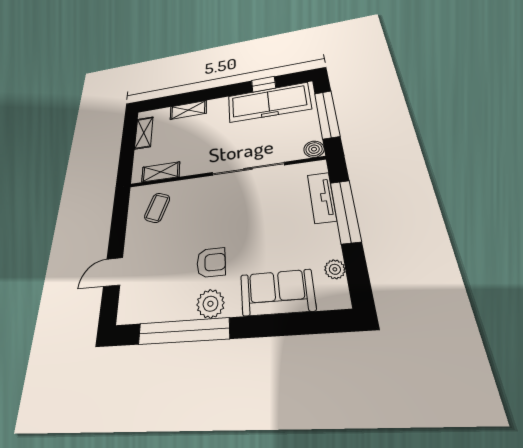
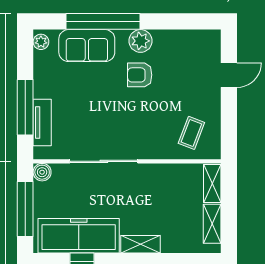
shelving: (188, 110) -> (140, 244), moved
shelving: (161, 172) -> (212, 183), moved, turned 90
plant: (335, 269) -> (41, 42), moved
window: (183, 331) -> (103, 21), moved

